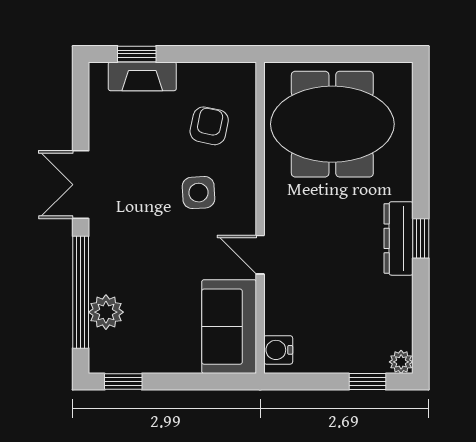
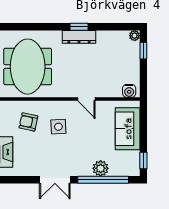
door: (260, 255) -> (86, 99), hinge flipped
plant: (106, 312) -> (101, 168), moved
sofa: (229, 327) -> (128, 129), moved, turned 90

